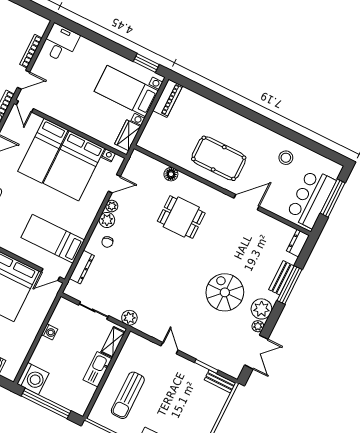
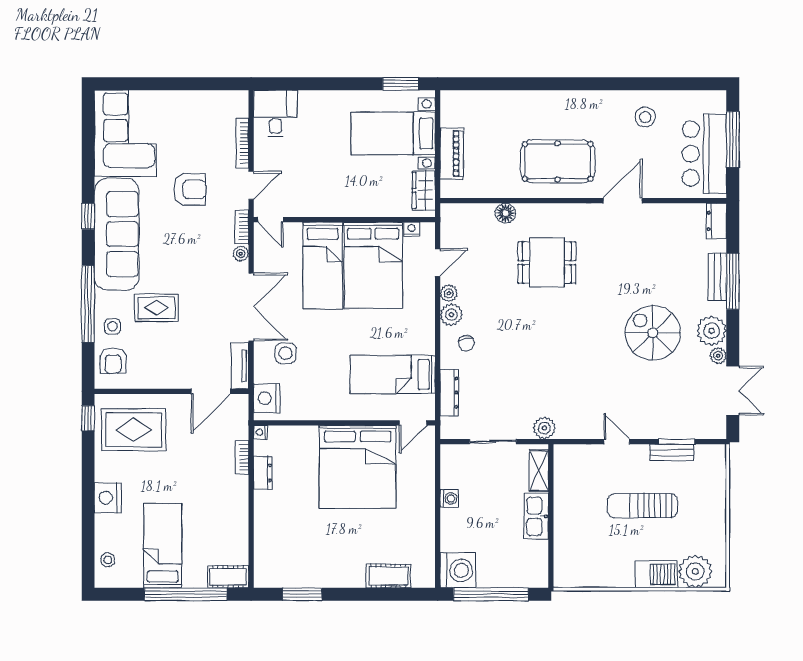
piano: (168, 98) -> (452, 154), moved
bench: (220, 381) -> (672, 453), moved
sun lounger: (128, 395) -> (642, 506), moved, turned 90

